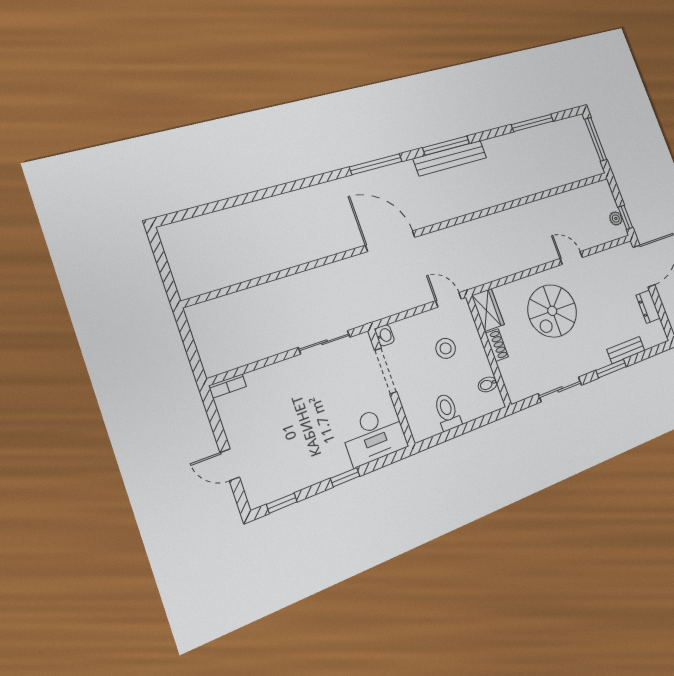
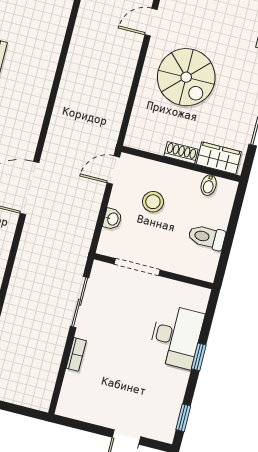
wardrobe: (488, 310) -> (219, 158), moved
washbasin: (385, 335) -> (112, 219), moved, turned 90
bookcase: (228, 386) -> (76, 354), moved
desk: (374, 435) -> (176, 336), moved

